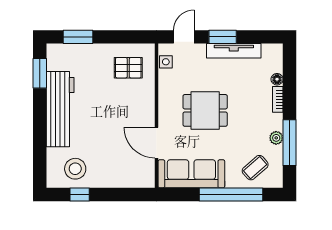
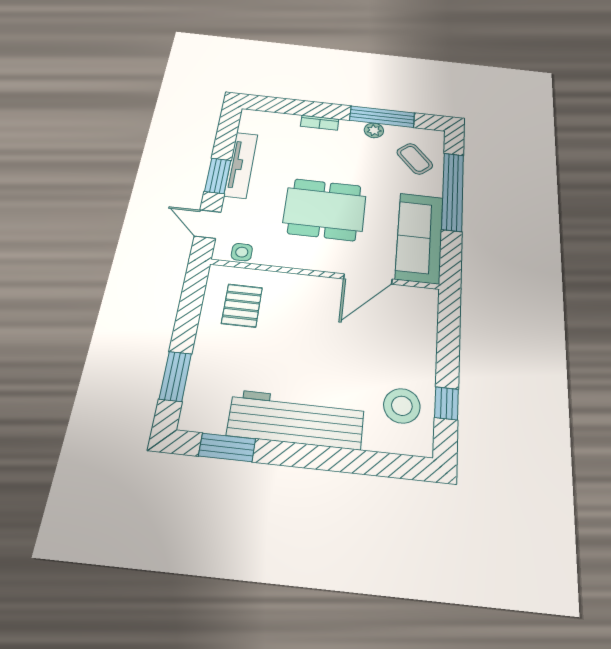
floor lamp: (277, 79) -> (291, 120), removed
dining table: (205, 110) -> (325, 209), width x1.37

